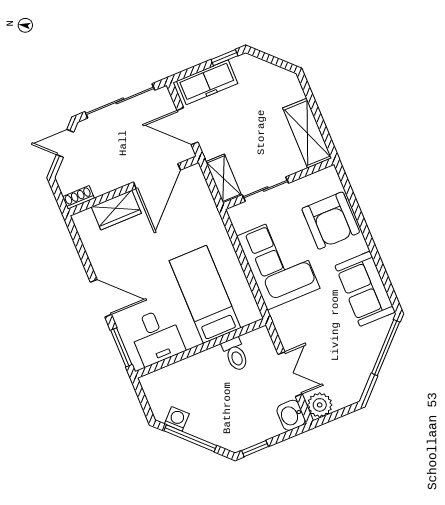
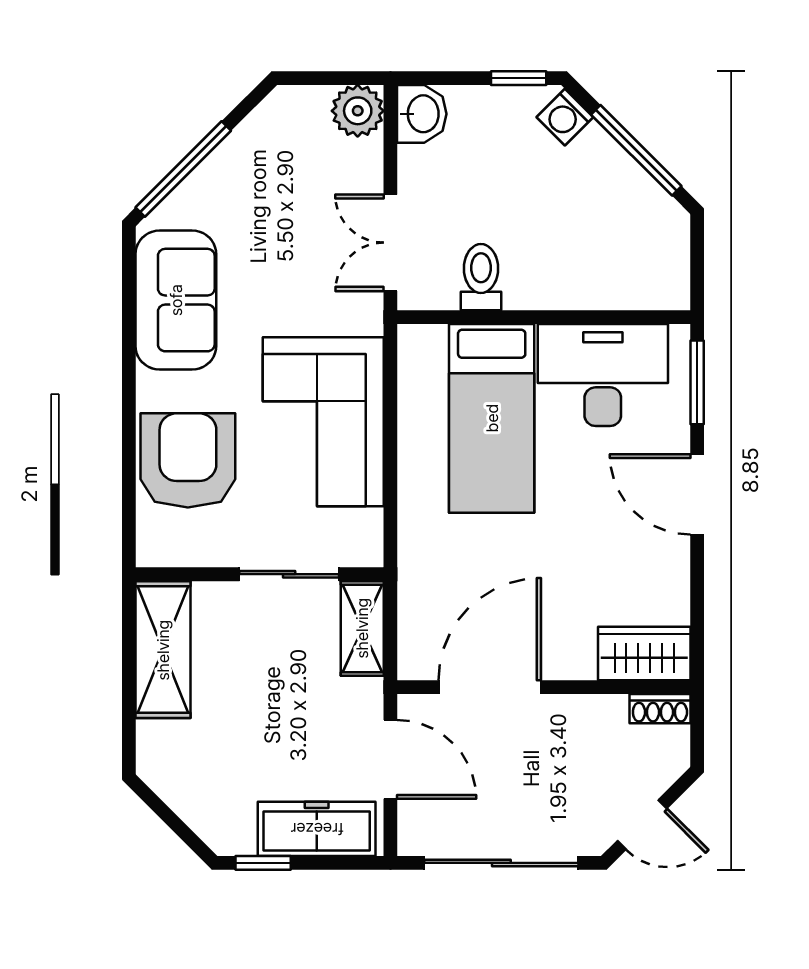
wardrobe: (116, 210) -> (644, 654), moved
desk: (156, 337) -> (603, 375), width x1.37
double door: (290, 374) -> (390, 243), moved
washing machine: (177, 419) -> (565, 117), moved

